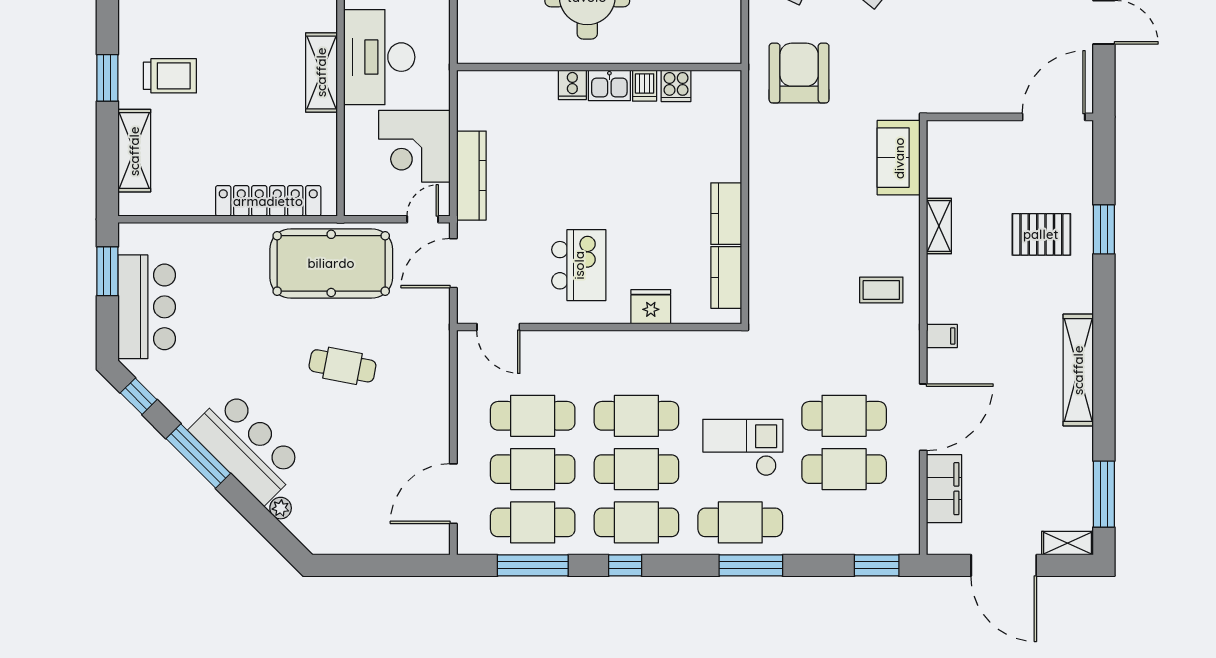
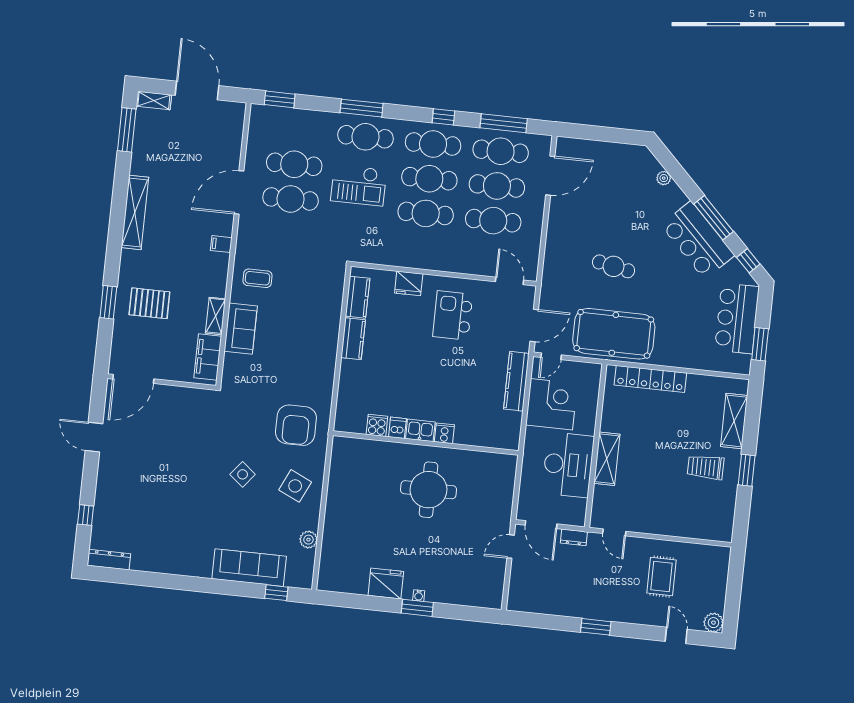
sofa: (899, 158) -> (241, 329), moved
bar counter: (247, 447) -> (698, 240), moved
filing cabinet: (944, 489) -> (208, 357), moved

